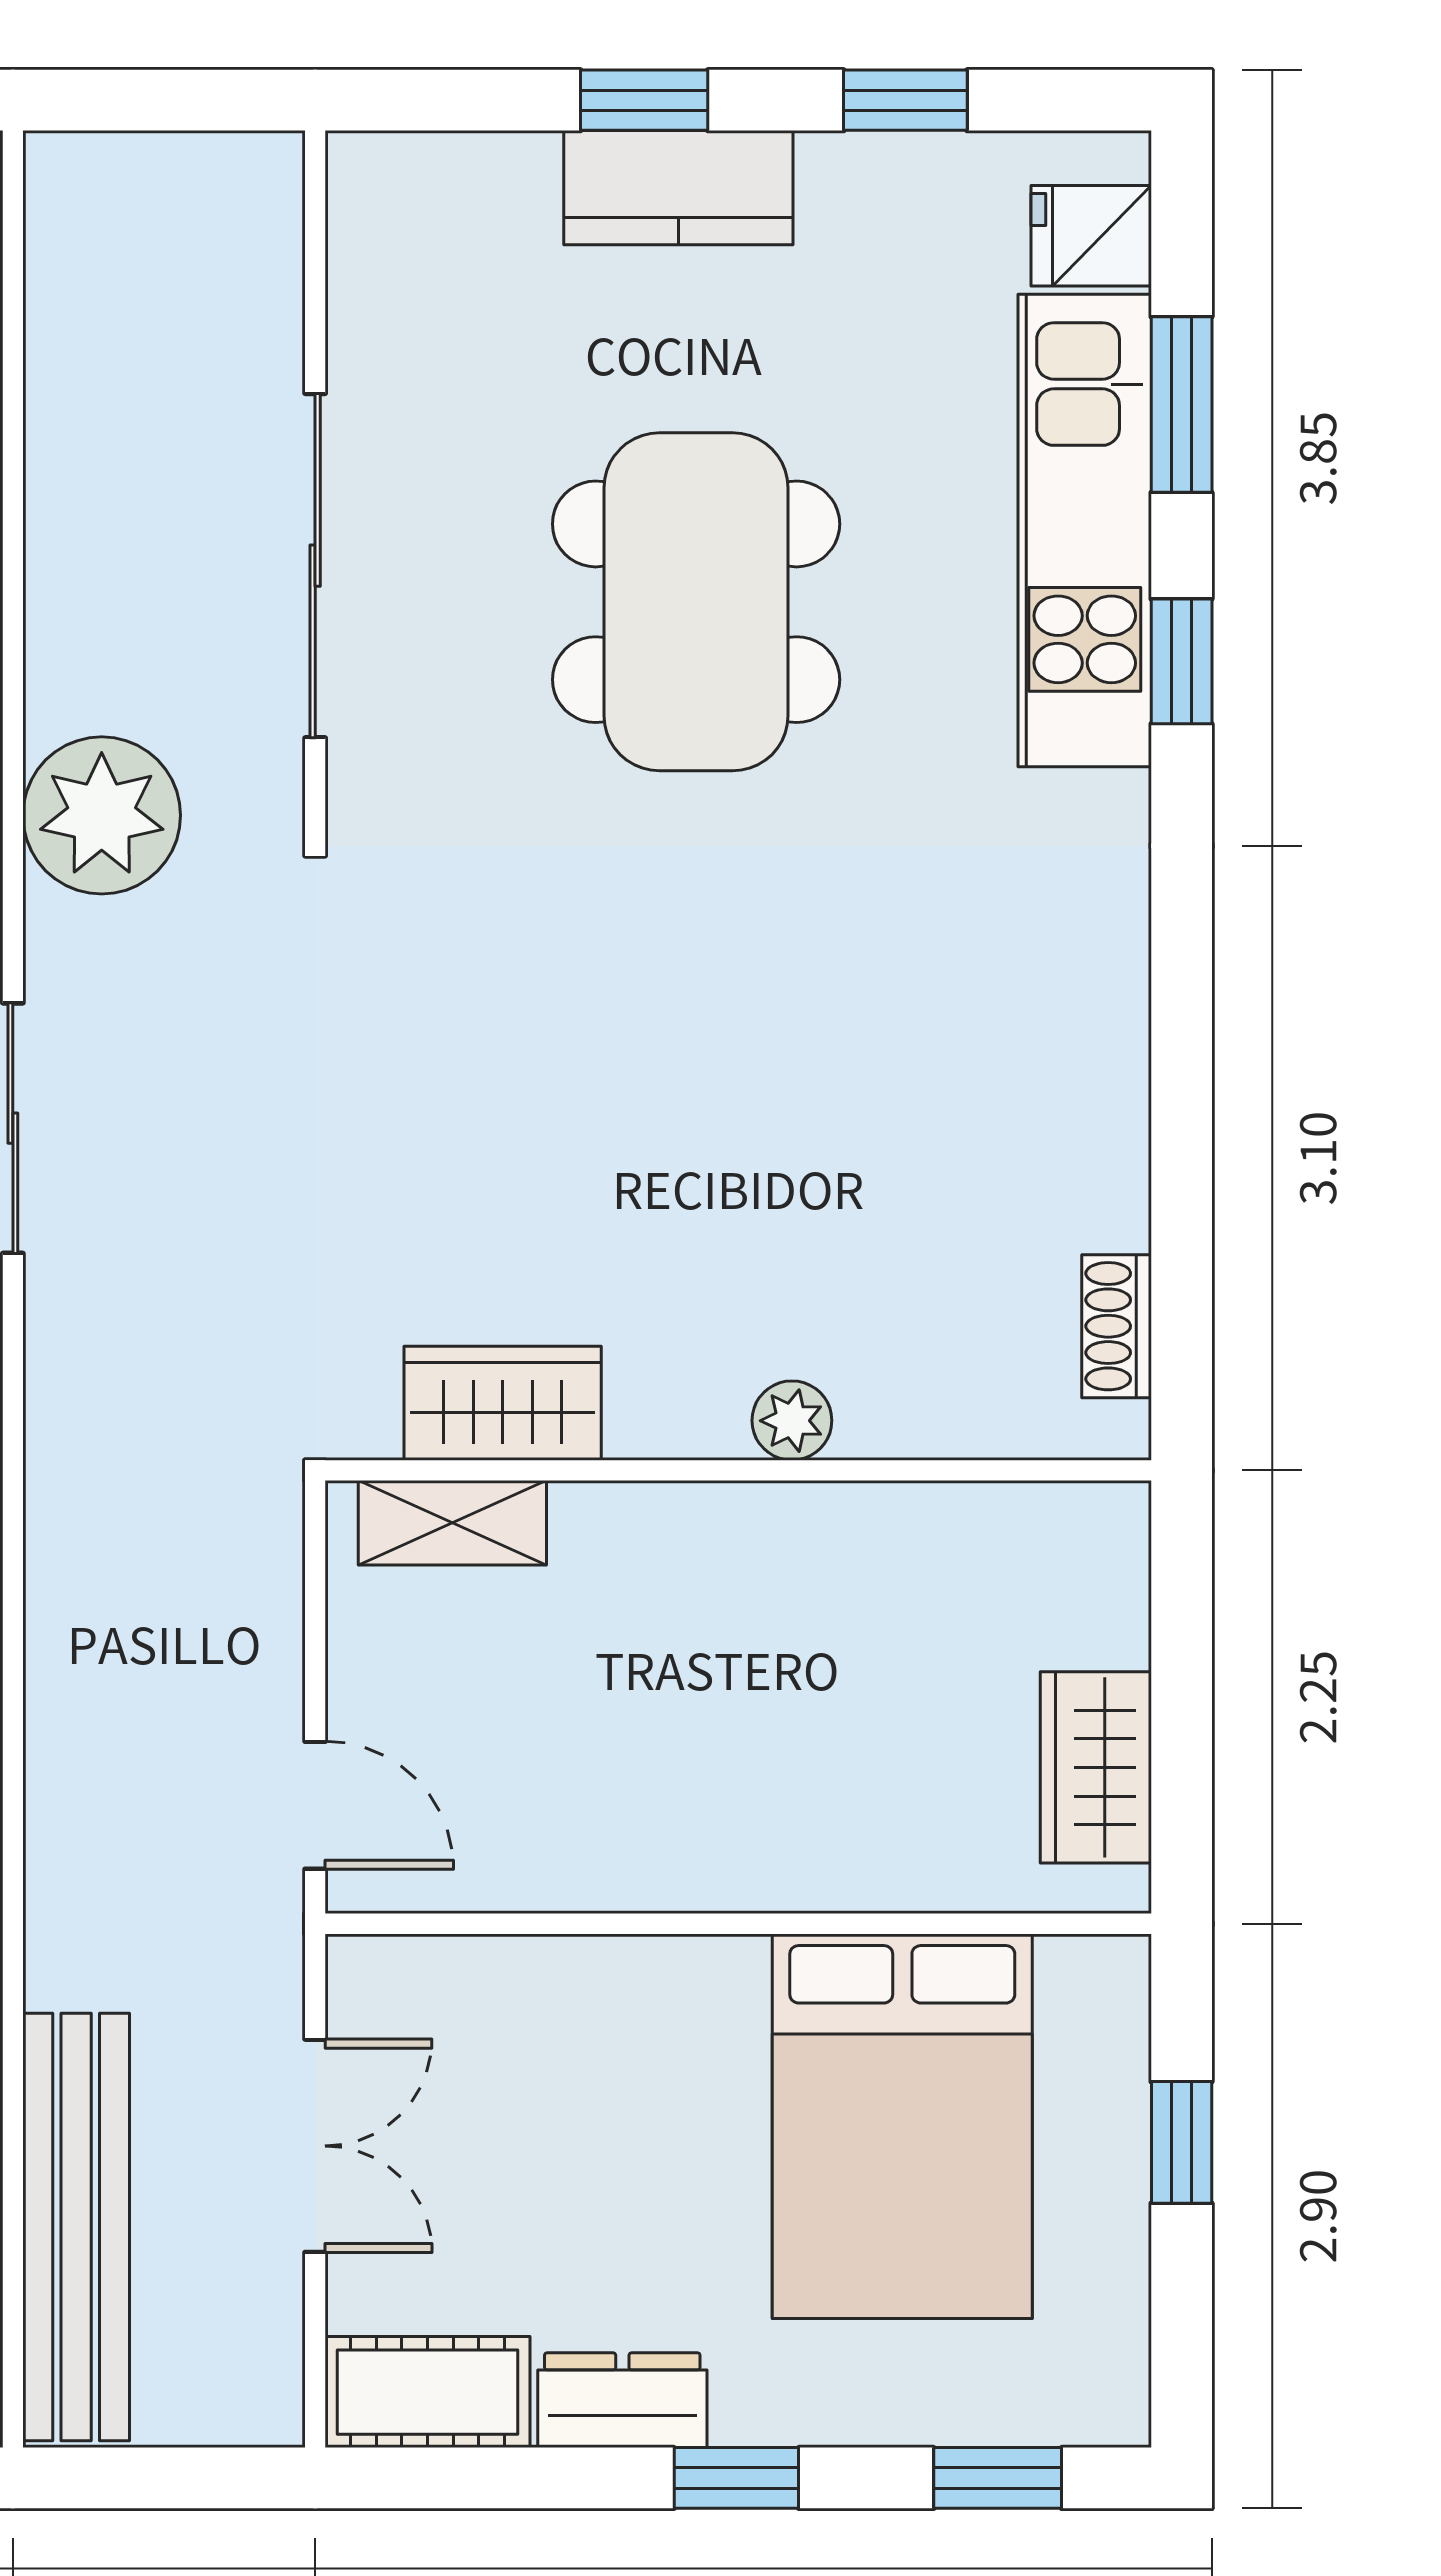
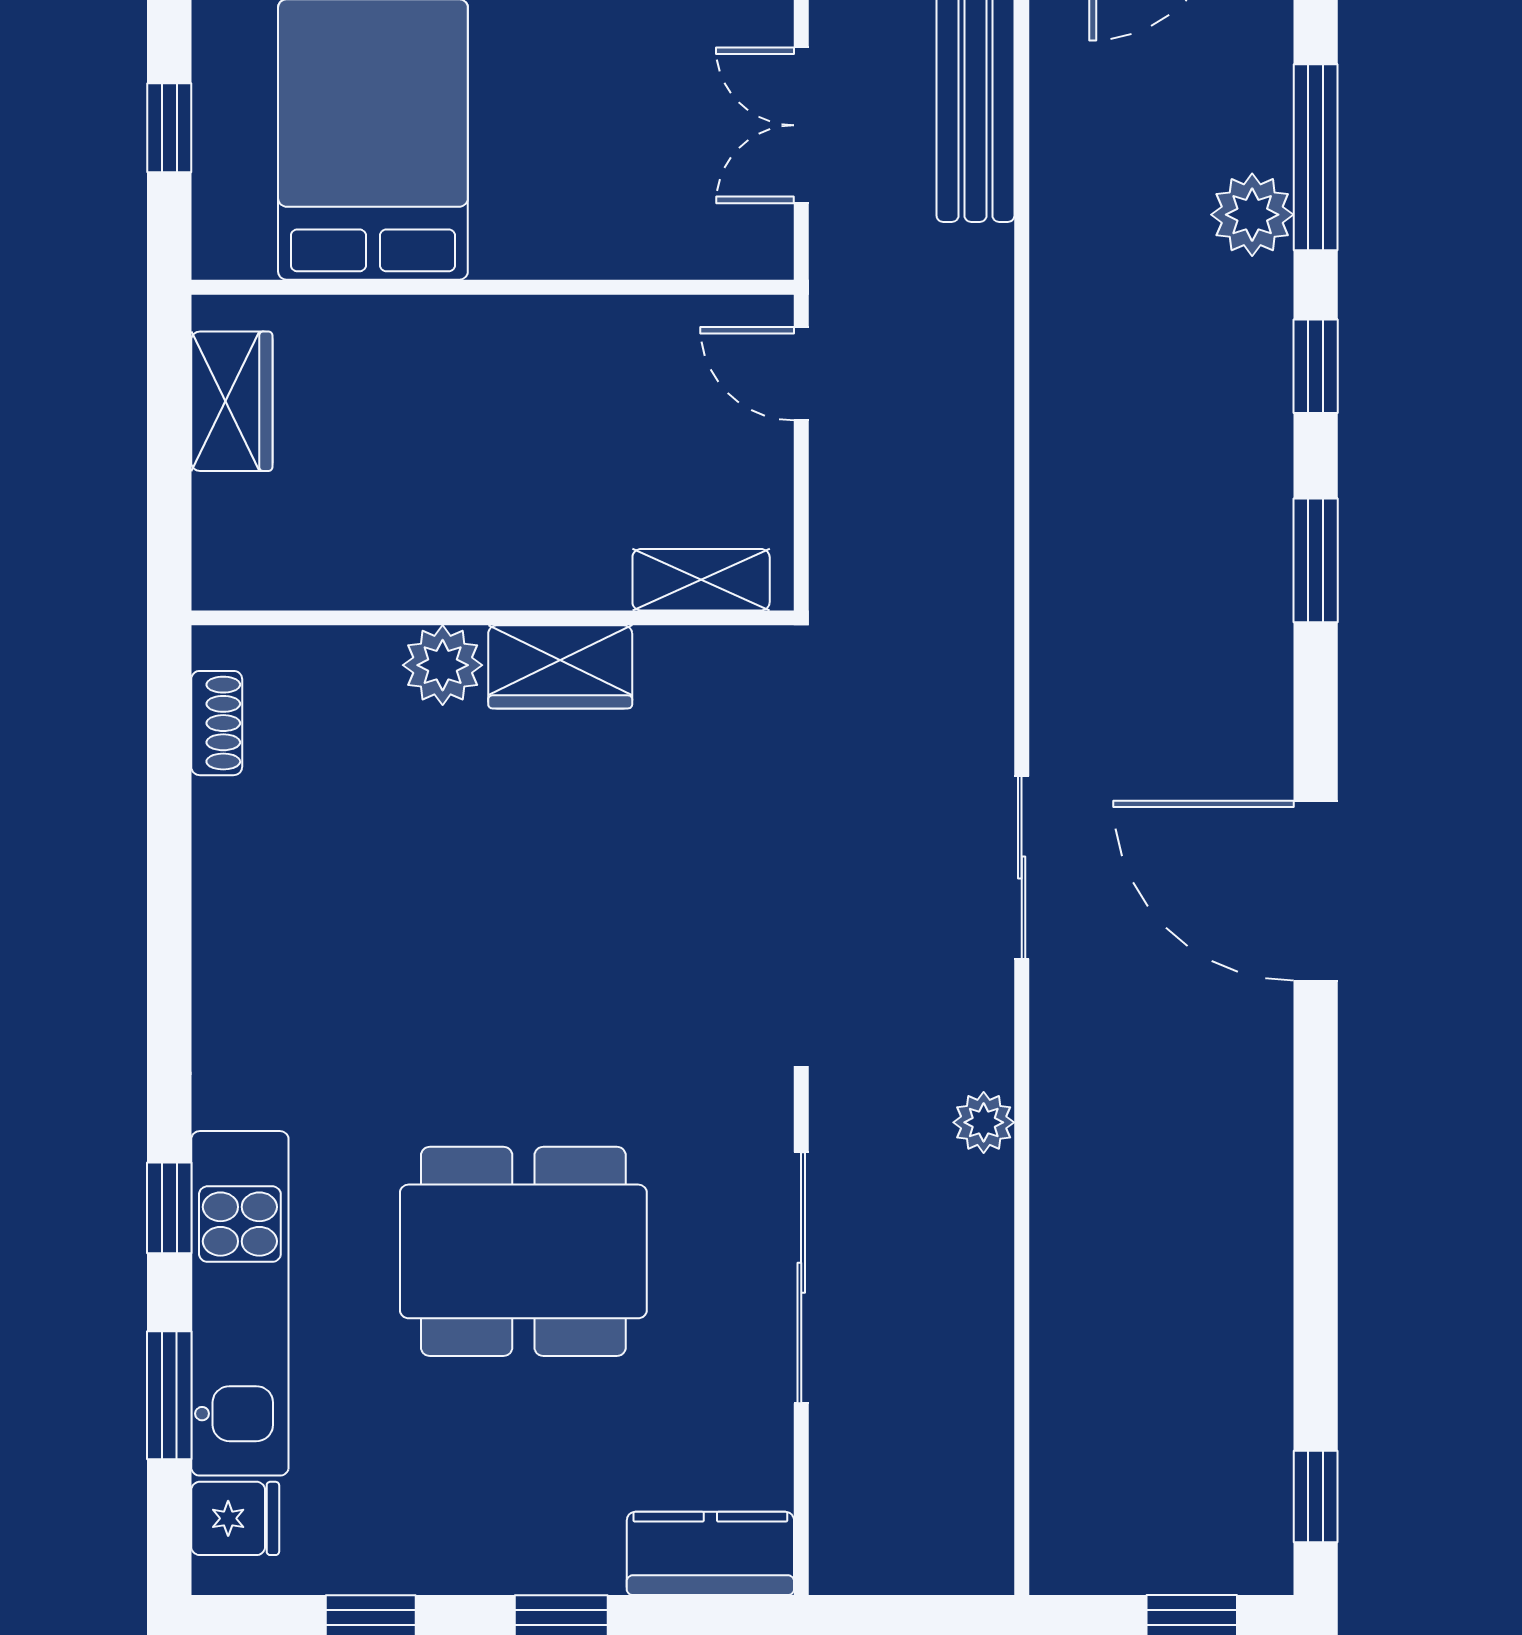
kitchen counter: (678, 188) -> (710, 1553), moved
dining table: (696, 602) -> (523, 1251), turned 90
plant: (102, 815) -> (984, 1122), width x0.53, depth x0.53
wardrobe: (503, 1403) -> (560, 667), moved
plant: (792, 1421) -> (443, 665), width x1.38, depth x1.38

